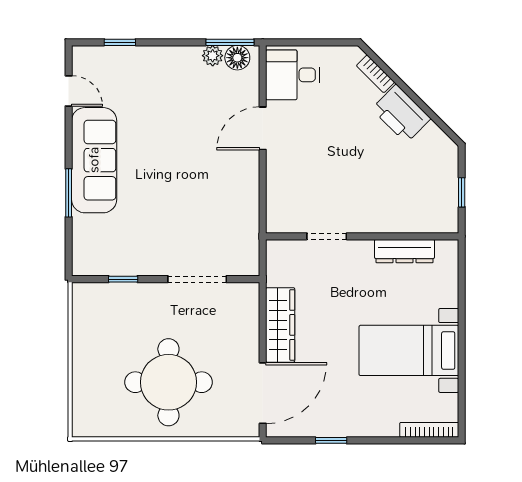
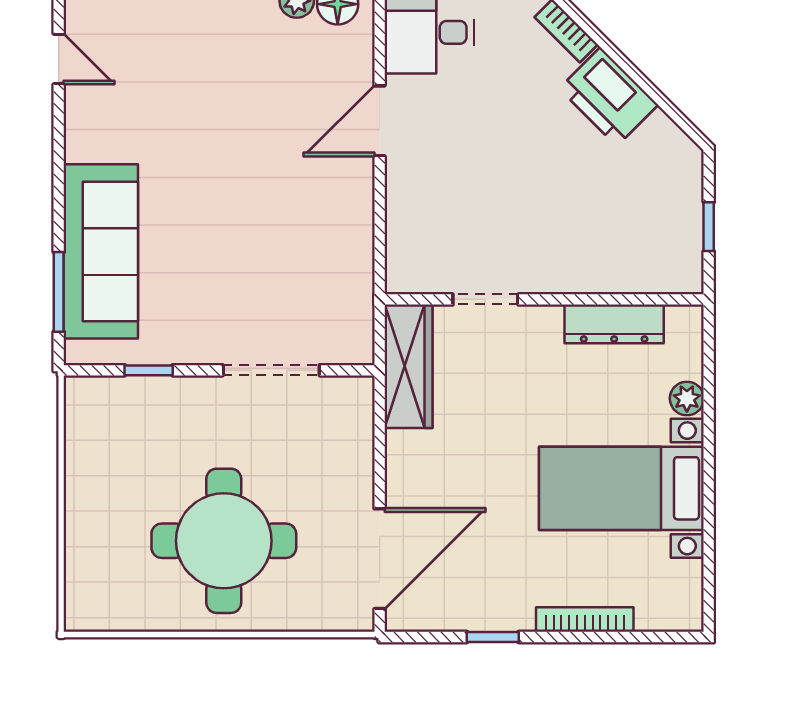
sofa: (94, 160) -> (101, 251), moved
window: (69, 193) -> (59, 292), moved
plant: (448, 296) -> (687, 398), added
wardrobe: (280, 325) -> (408, 366), moved
bookcase: (429, 430) -> (585, 620), moved

